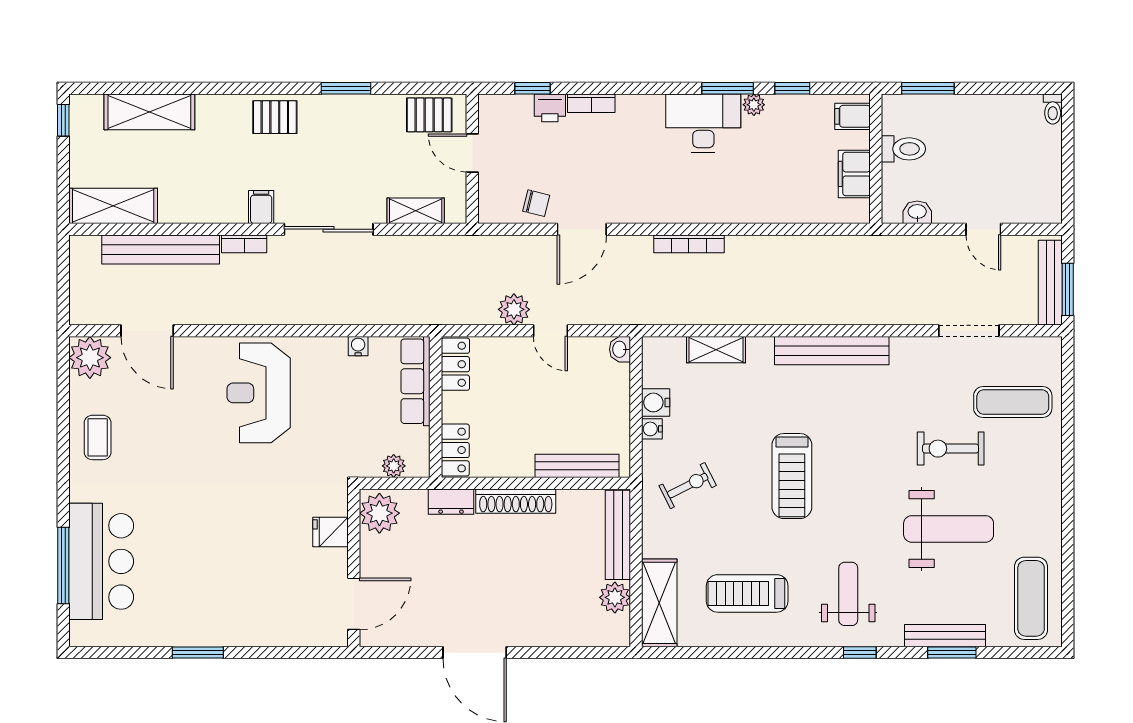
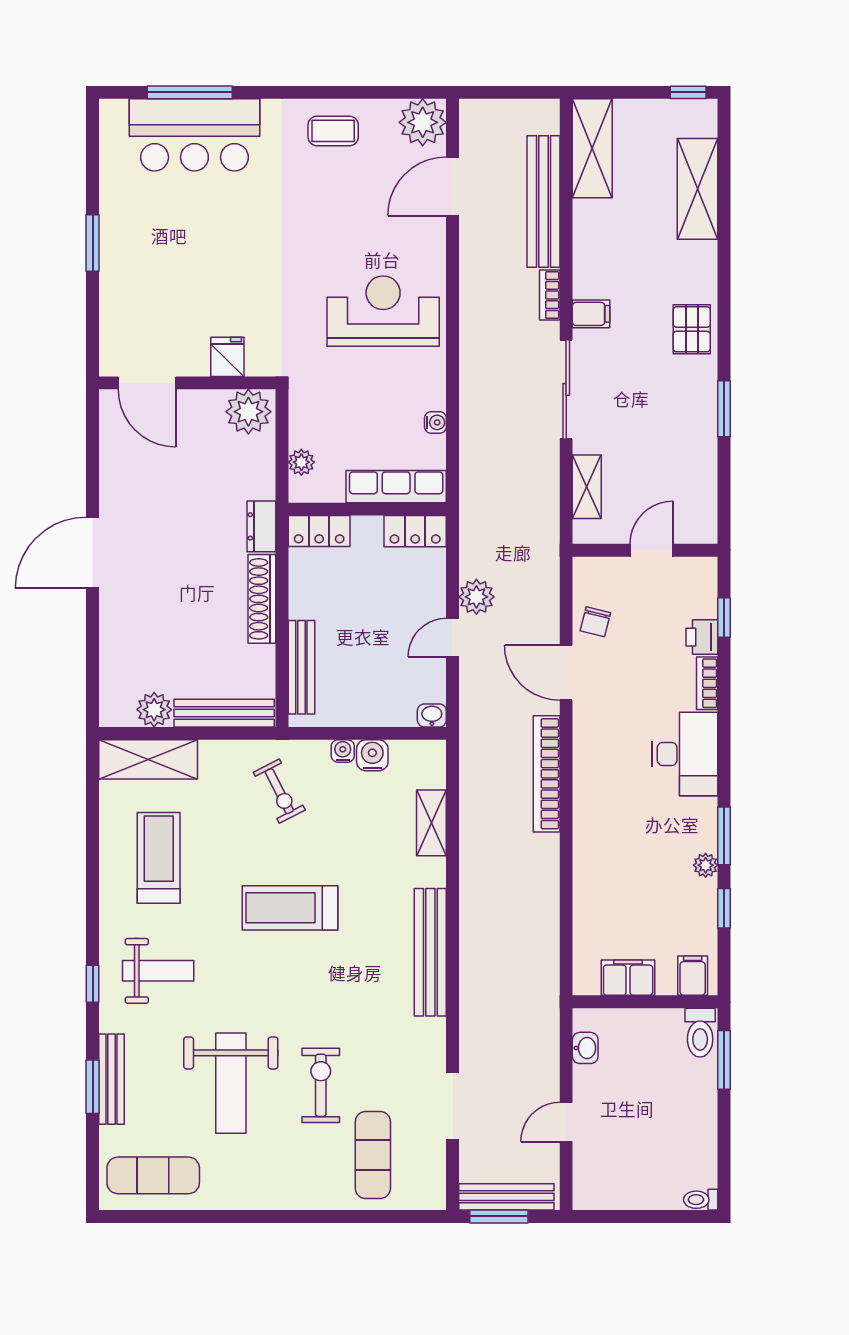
pallet: (429, 115) -> (694, 502), removed
desk: (703, 123) -> (685, 754), moved
toilet: (903, 149) -> (700, 1033), moved
bookcase: (689, 244) -> (547, 774), width x1.48, depth x1.31
plant: (379, 513) -> (248, 412), moved
fridge: (331, 532) -> (227, 357), moved
wall: (354, 568) -> (187, 383), moved
door: (354, 604) -> (147, 383), moved

